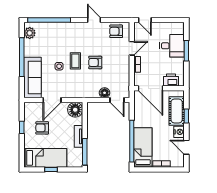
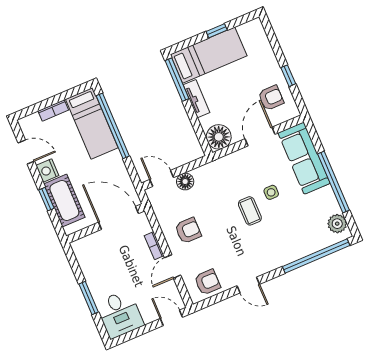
desk: (172, 46) -> (120, 314), moved, turned -90
armchair: (95, 62) -> (188, 230), moved
printer: (171, 80) -> (93, 244), removed
armchair: (42, 128) -> (271, 98), moved
bed: (45, 158) -> (209, 55), moved, turned 180

